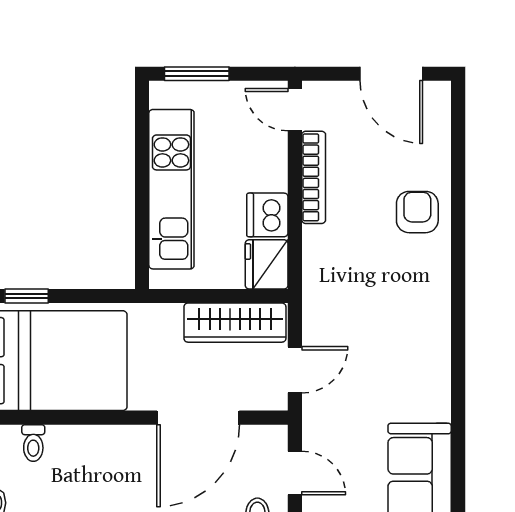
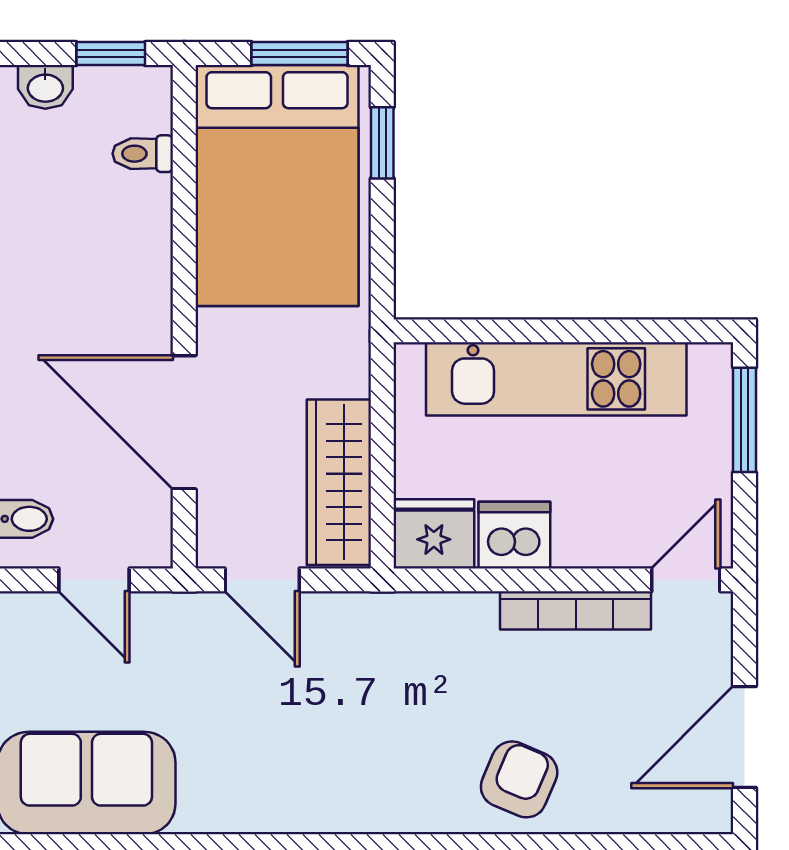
armchair: (417, 212) -> (519, 779), turned -67
door: (295, 473) -> (94, 580), hinge flipped

